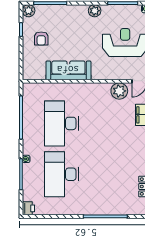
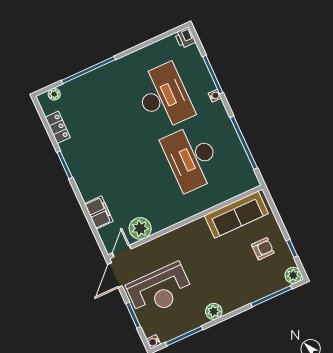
armchair: (41, 38) -> (263, 249), turned 90
sofa: (68, 70) -> (236, 215), moved
desk: (62, 123) -> (192, 158), turned 180
plant: (136, 210) -> (54, 94), added

